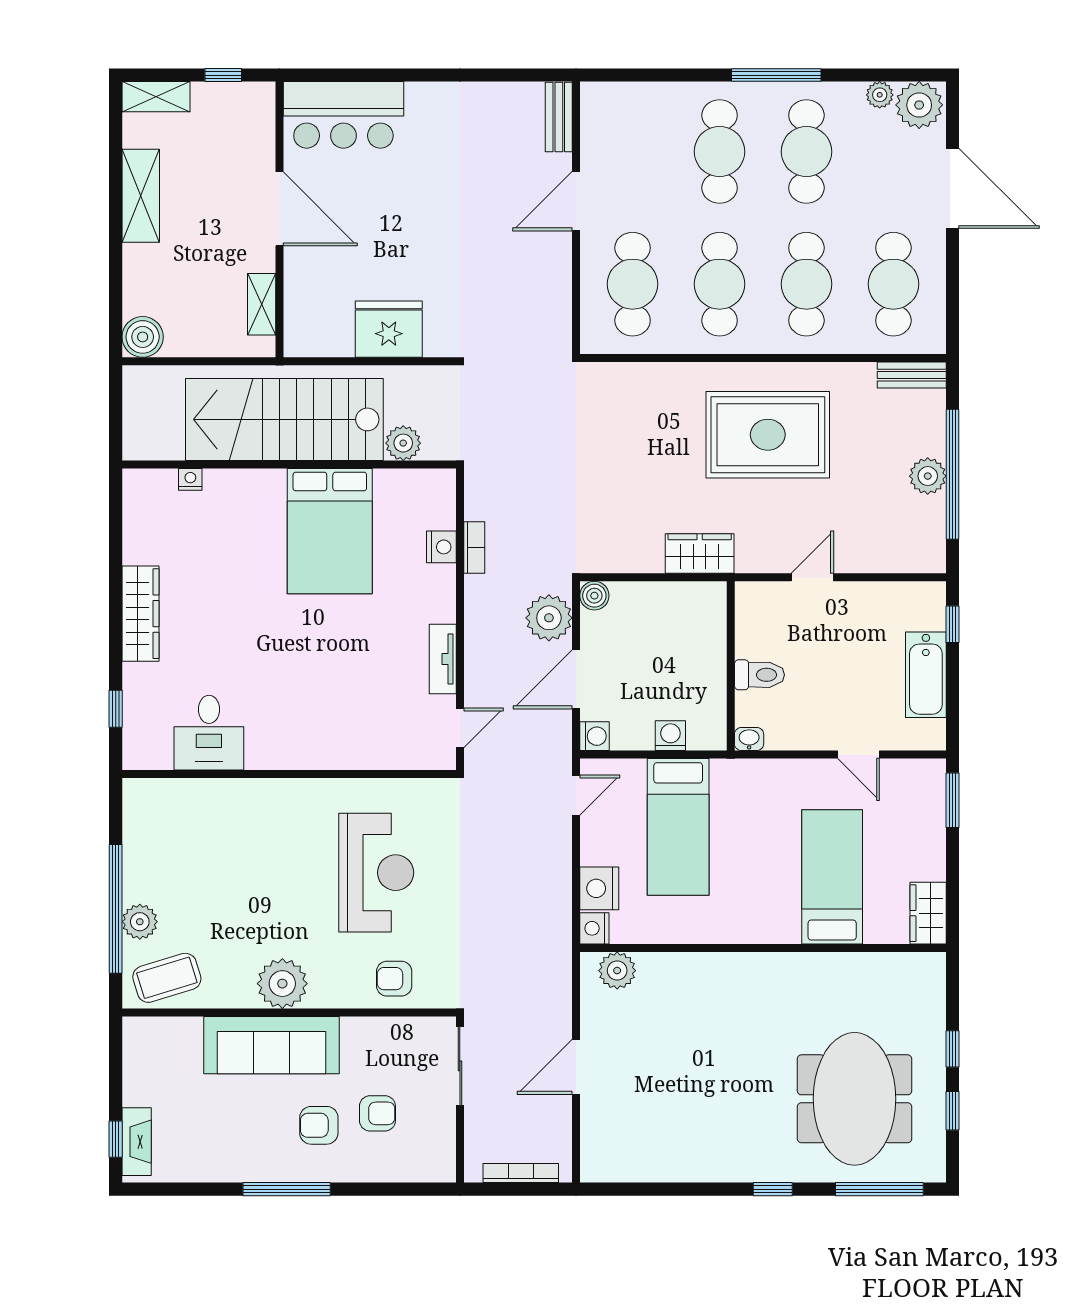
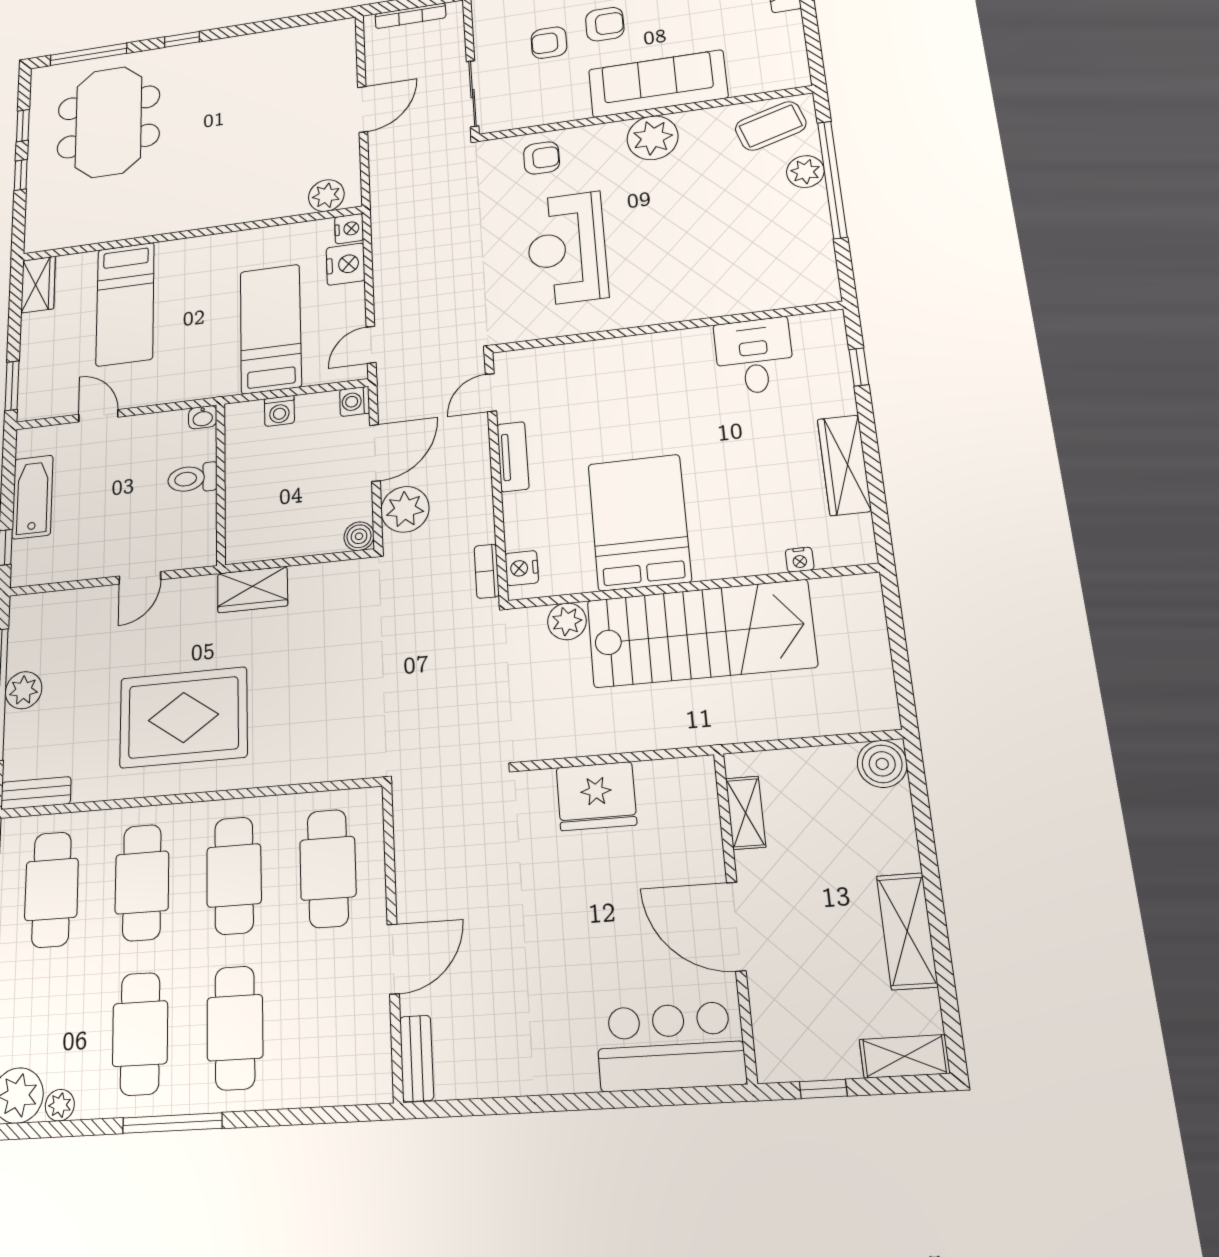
stairs: (284, 419) -> (701, 634), moved
plant: (403, 443) -> (567, 621), moved
wall: (289, 464) -> (691, 586), moved
nightstand: (190, 479) -> (800, 560), moved
bed: (330, 531) -> (639, 522), moved

